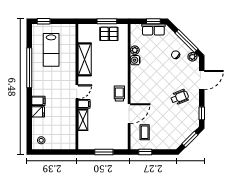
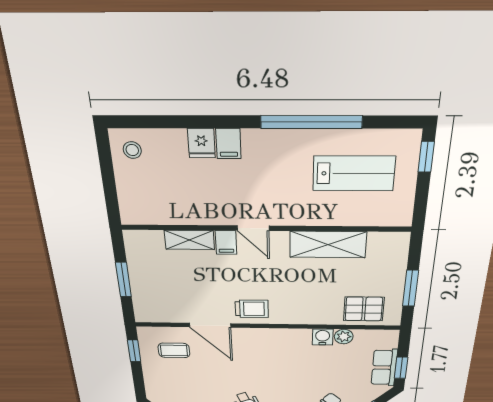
pallet: (109, 34) -> (364, 309), moved, turned 90
lab bench: (51, 50) -> (354, 173), turned 180

